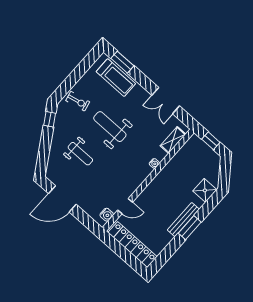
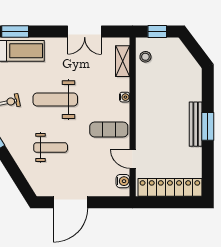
stool: (190, 150) -> (145, 57), added
exercise mat: (127, 175) -> (109, 129), added
shower: (205, 190) -> (191, 81), removed
door: (125, 206) -> (133, 159), swing flipped

